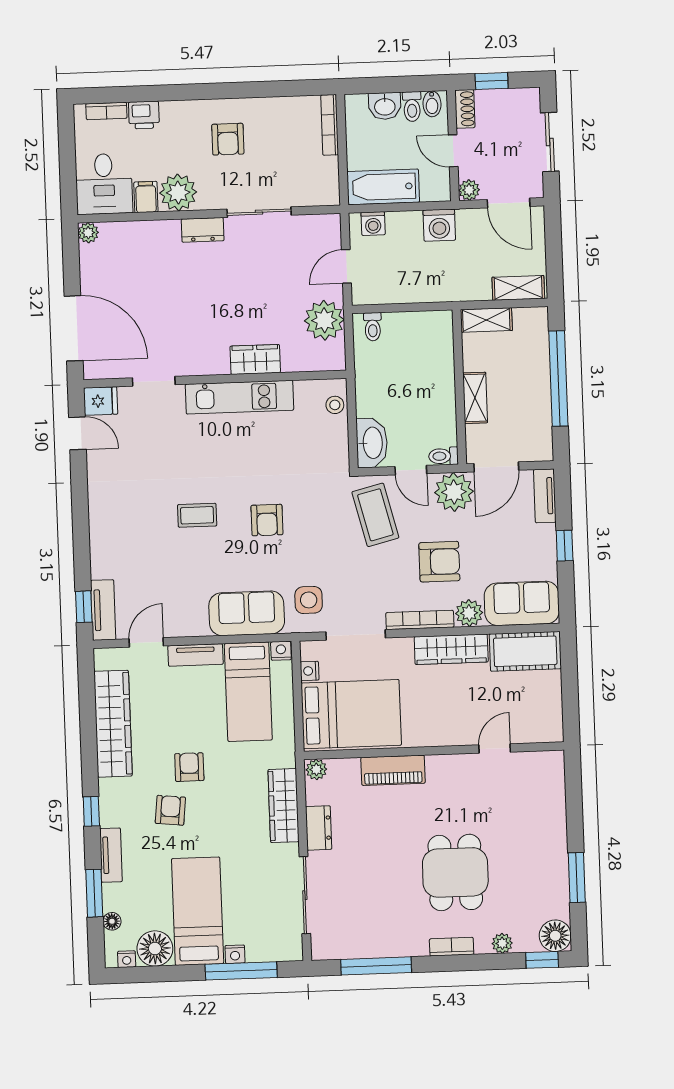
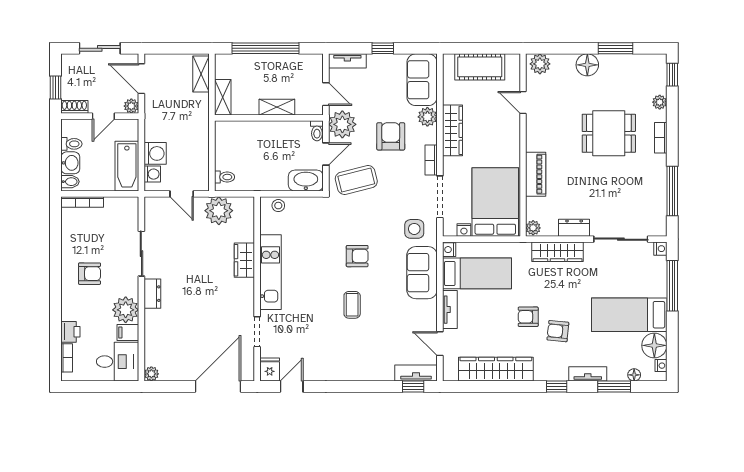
bidet: (432, 104) -> (70, 182), moved
door: (509, 203) -> (141, 79), swing flipped
washing machine: (439, 225) -> (155, 153), moved
door: (496, 467) -> (326, 94), width x0.73
bookcase: (420, 620) -> (431, 160), width x0.64
cot: (525, 651) -> (480, 67), moved, turned 90
plant: (551, 771) -> (540, 64), added
floor lamp: (555, 936) -> (587, 65), moved
nightstand: (235, 954) -> (660, 249), moved

